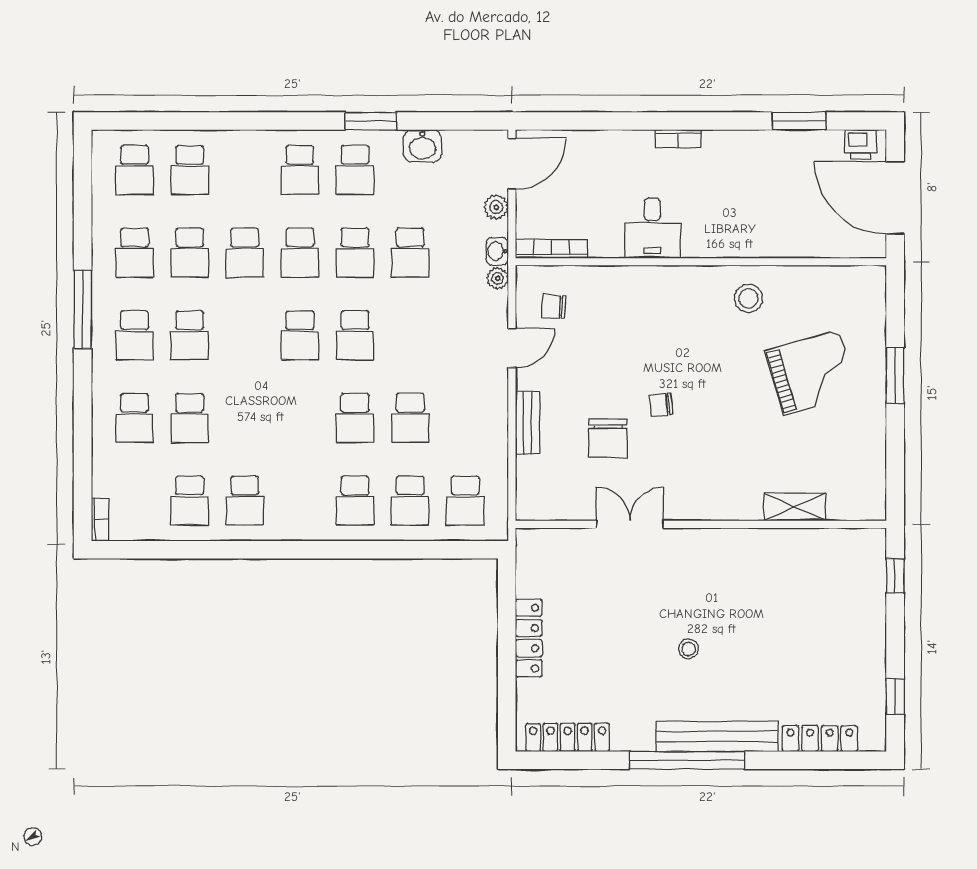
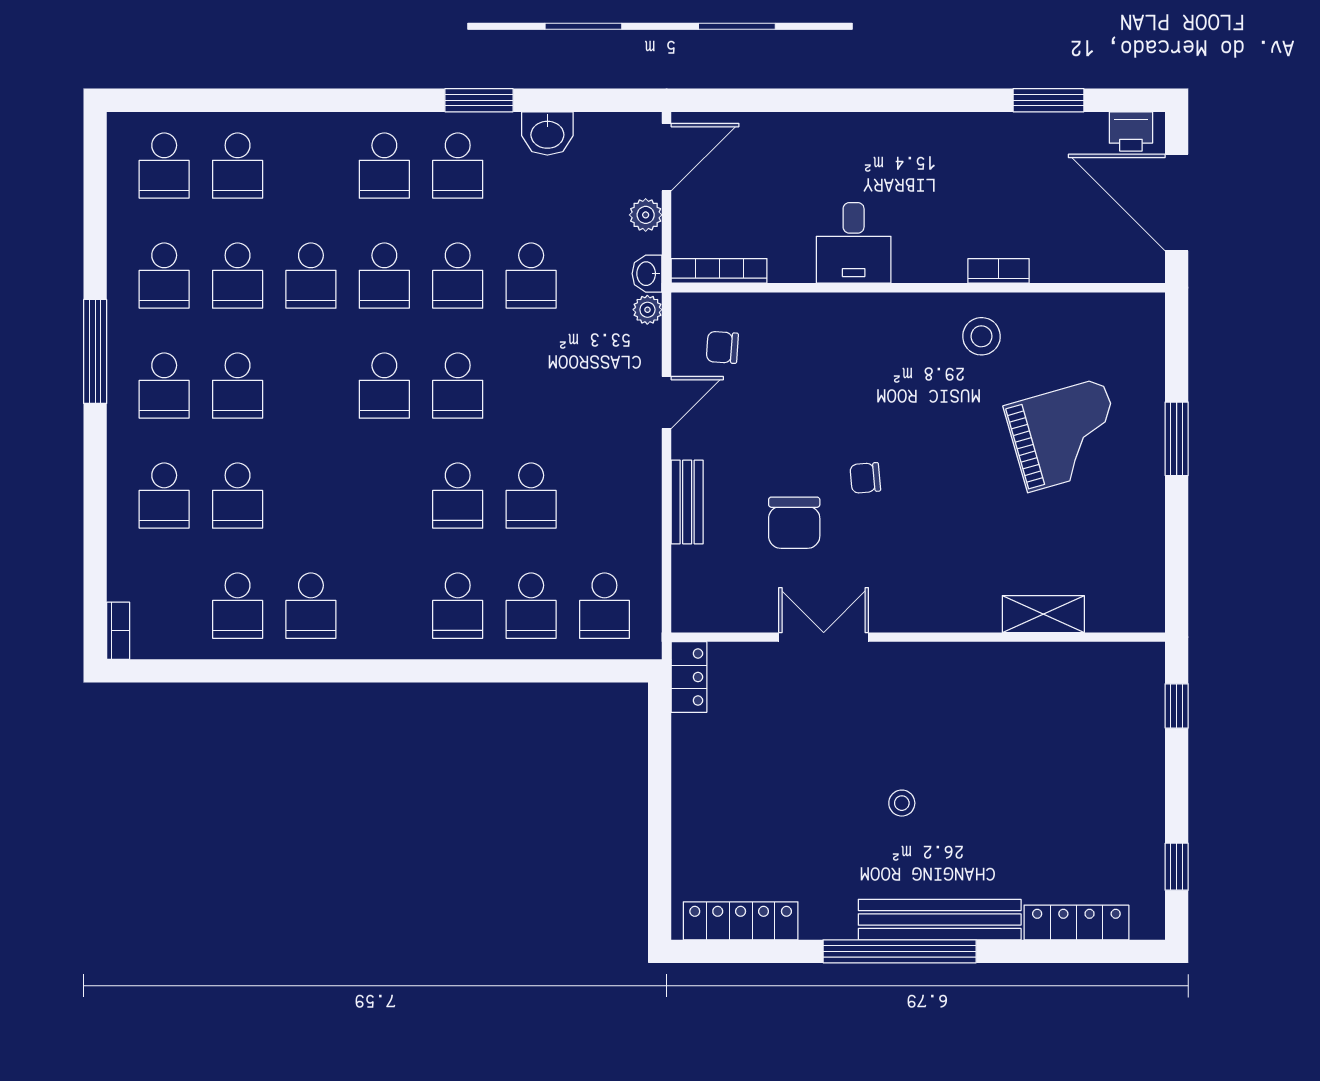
bookcase: (678, 139) -> (999, 271), moved, turned 180
locker: (529, 638) -> (689, 677), moved, width x0.66

